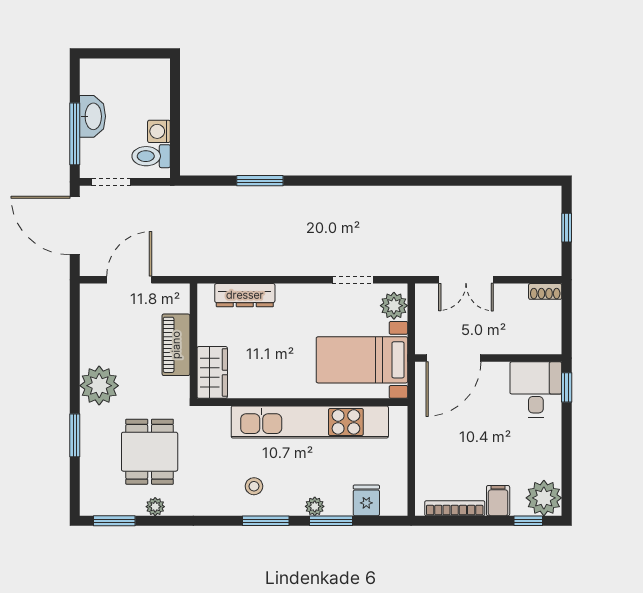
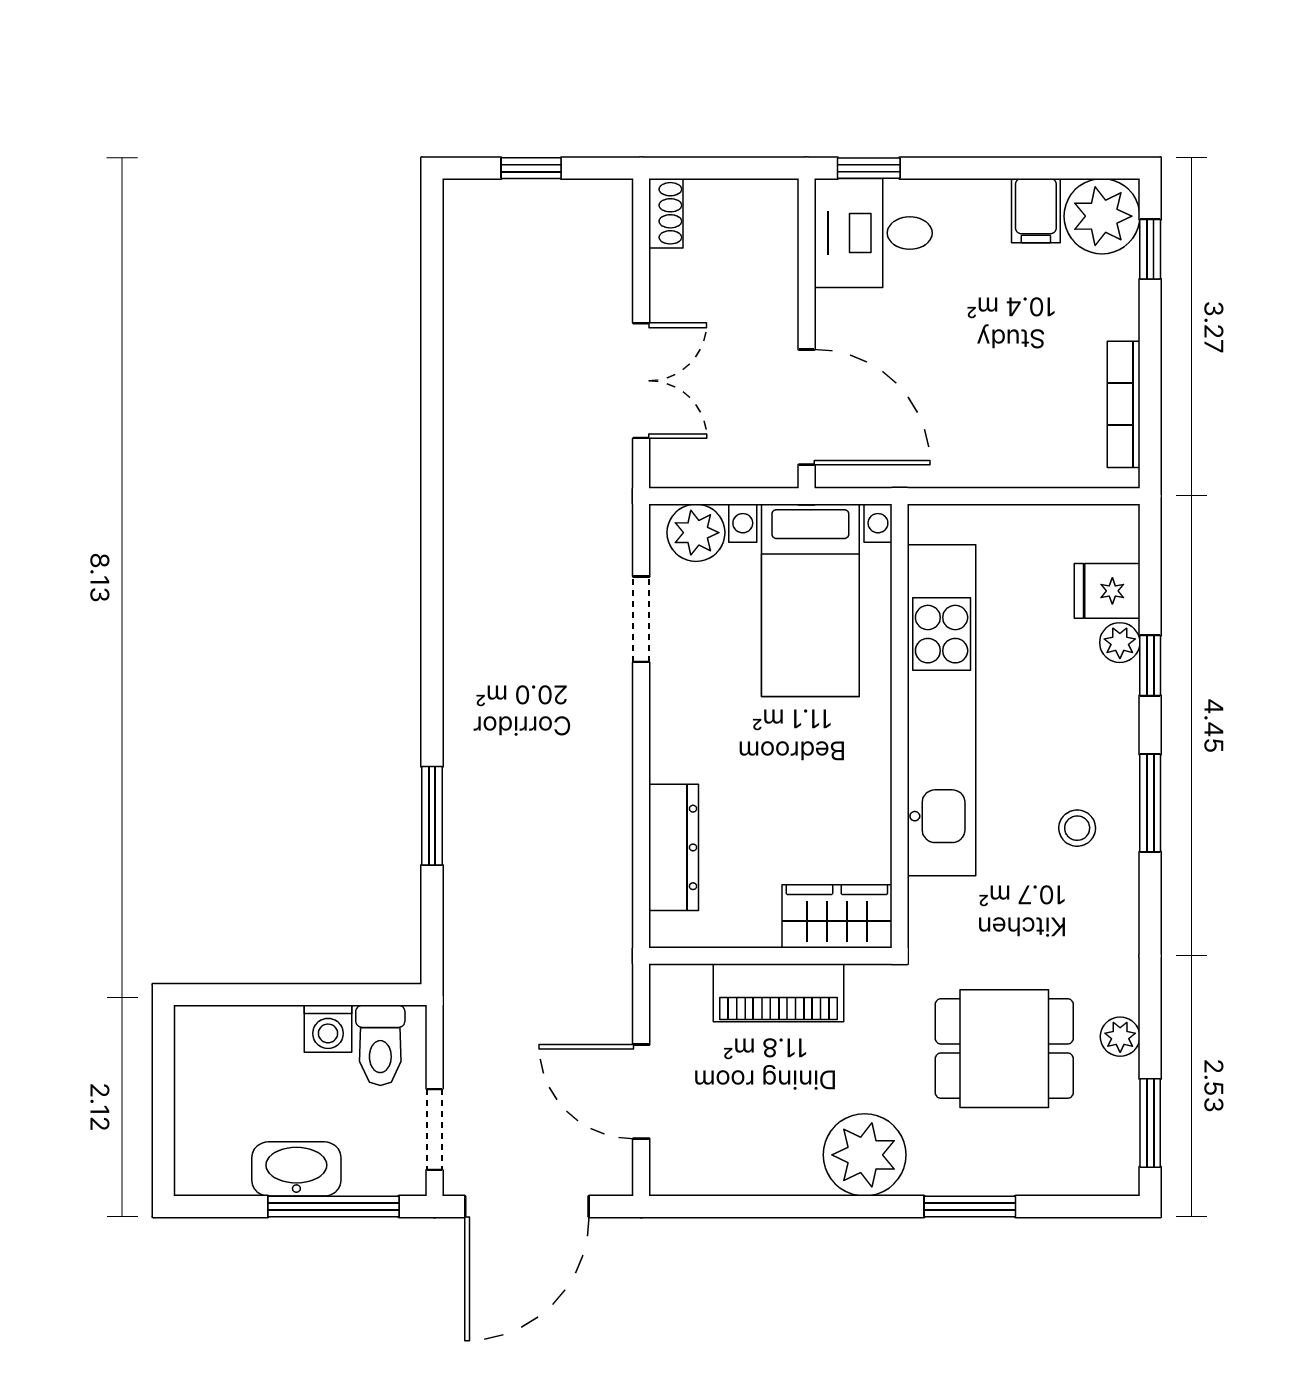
filing cabinet: (498, 501) -> (1036, 211), moved, turned -90
plant: (315, 506) -> (1120, 643), moved
window: (331, 521) -> (1150, 666), width x0.67

